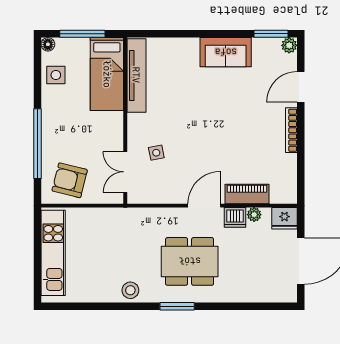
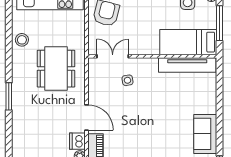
dining table: (190, 261) -> (56, 69), moved
stool: (130, 290) -> (22, 40), moved

